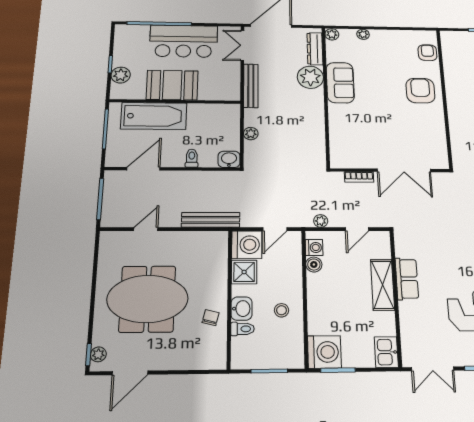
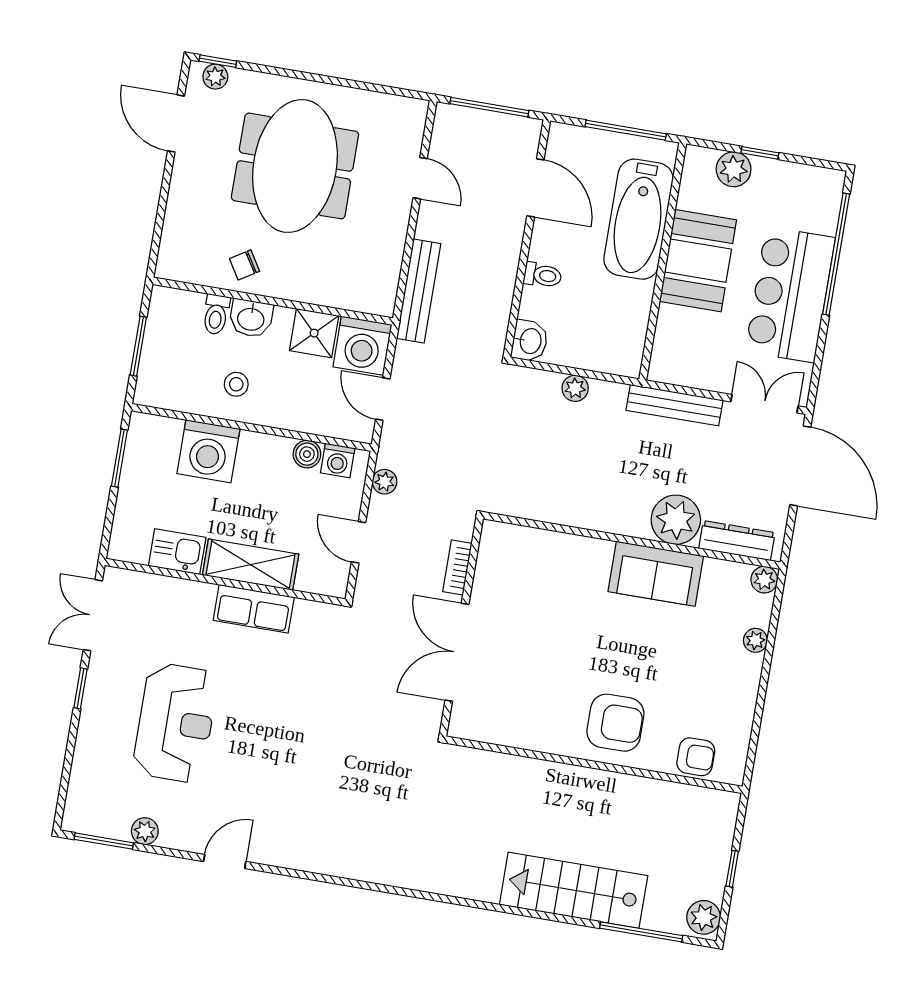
chair: (211, 318) -> (244, 265), turned 134
washing machine: (324, 352) -> (208, 451), moved
kitchen sink: (386, 352) -> (177, 552), moved

